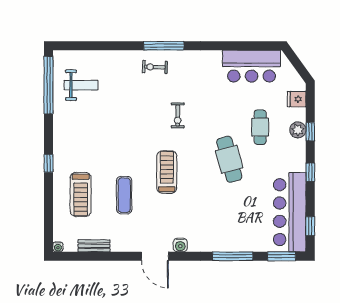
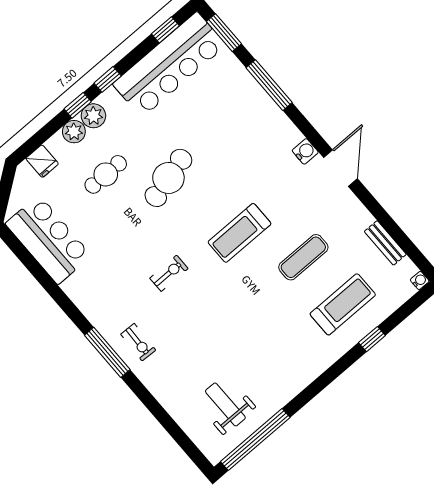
window: (310, 132) -> (78, 105), moved
plant: (297, 148) -> (93, 116), added
window: (48, 163) -> (372, 339), moved

